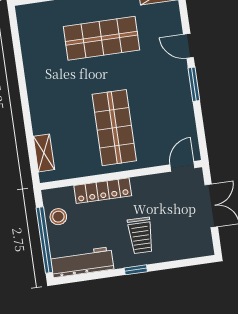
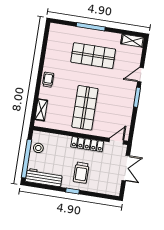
door: (188, 46) -> (141, 75), hinge flipped
trolley: (40, 100) -> (48, 80), added
locker: (103, 191) -> (87, 144), moved

